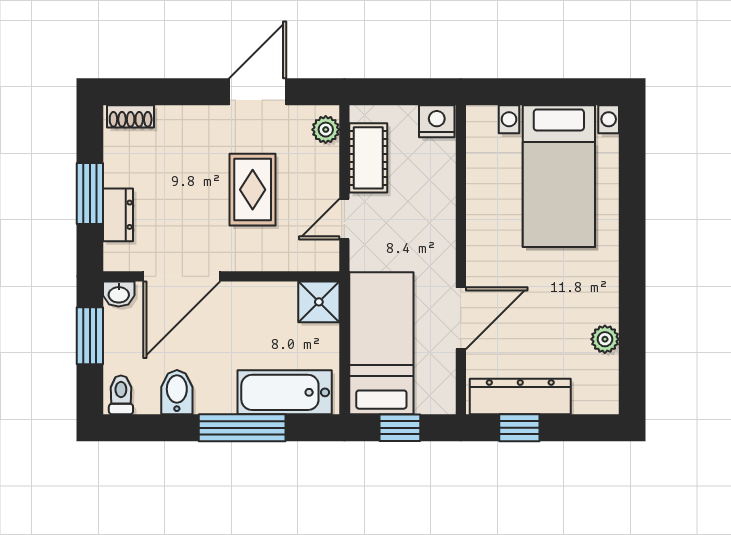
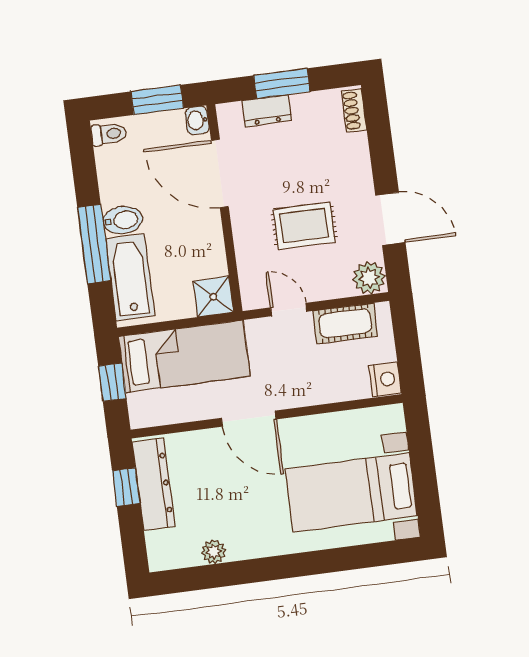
plant: (326, 130) -> (369, 278), width x1.38, depth x1.38
door: (461, 318) -> (249, 419), moved
bidet: (177, 392) -> (123, 220), moved

